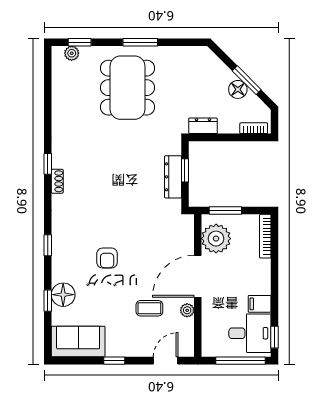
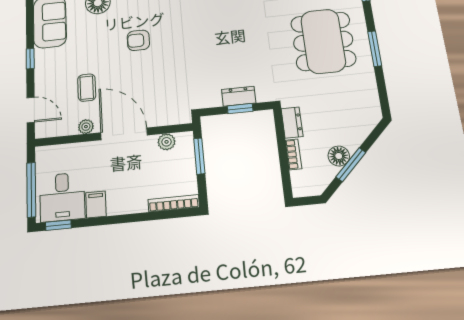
dining table: (127, 88) -> (323, 41), turned 90
bookcase: (254, 128) -> (293, 154), moved
dresser: (173, 177) -> (239, 96), width x0.70
plant: (216, 239) -> (167, 142), width x0.53, depth x0.53

